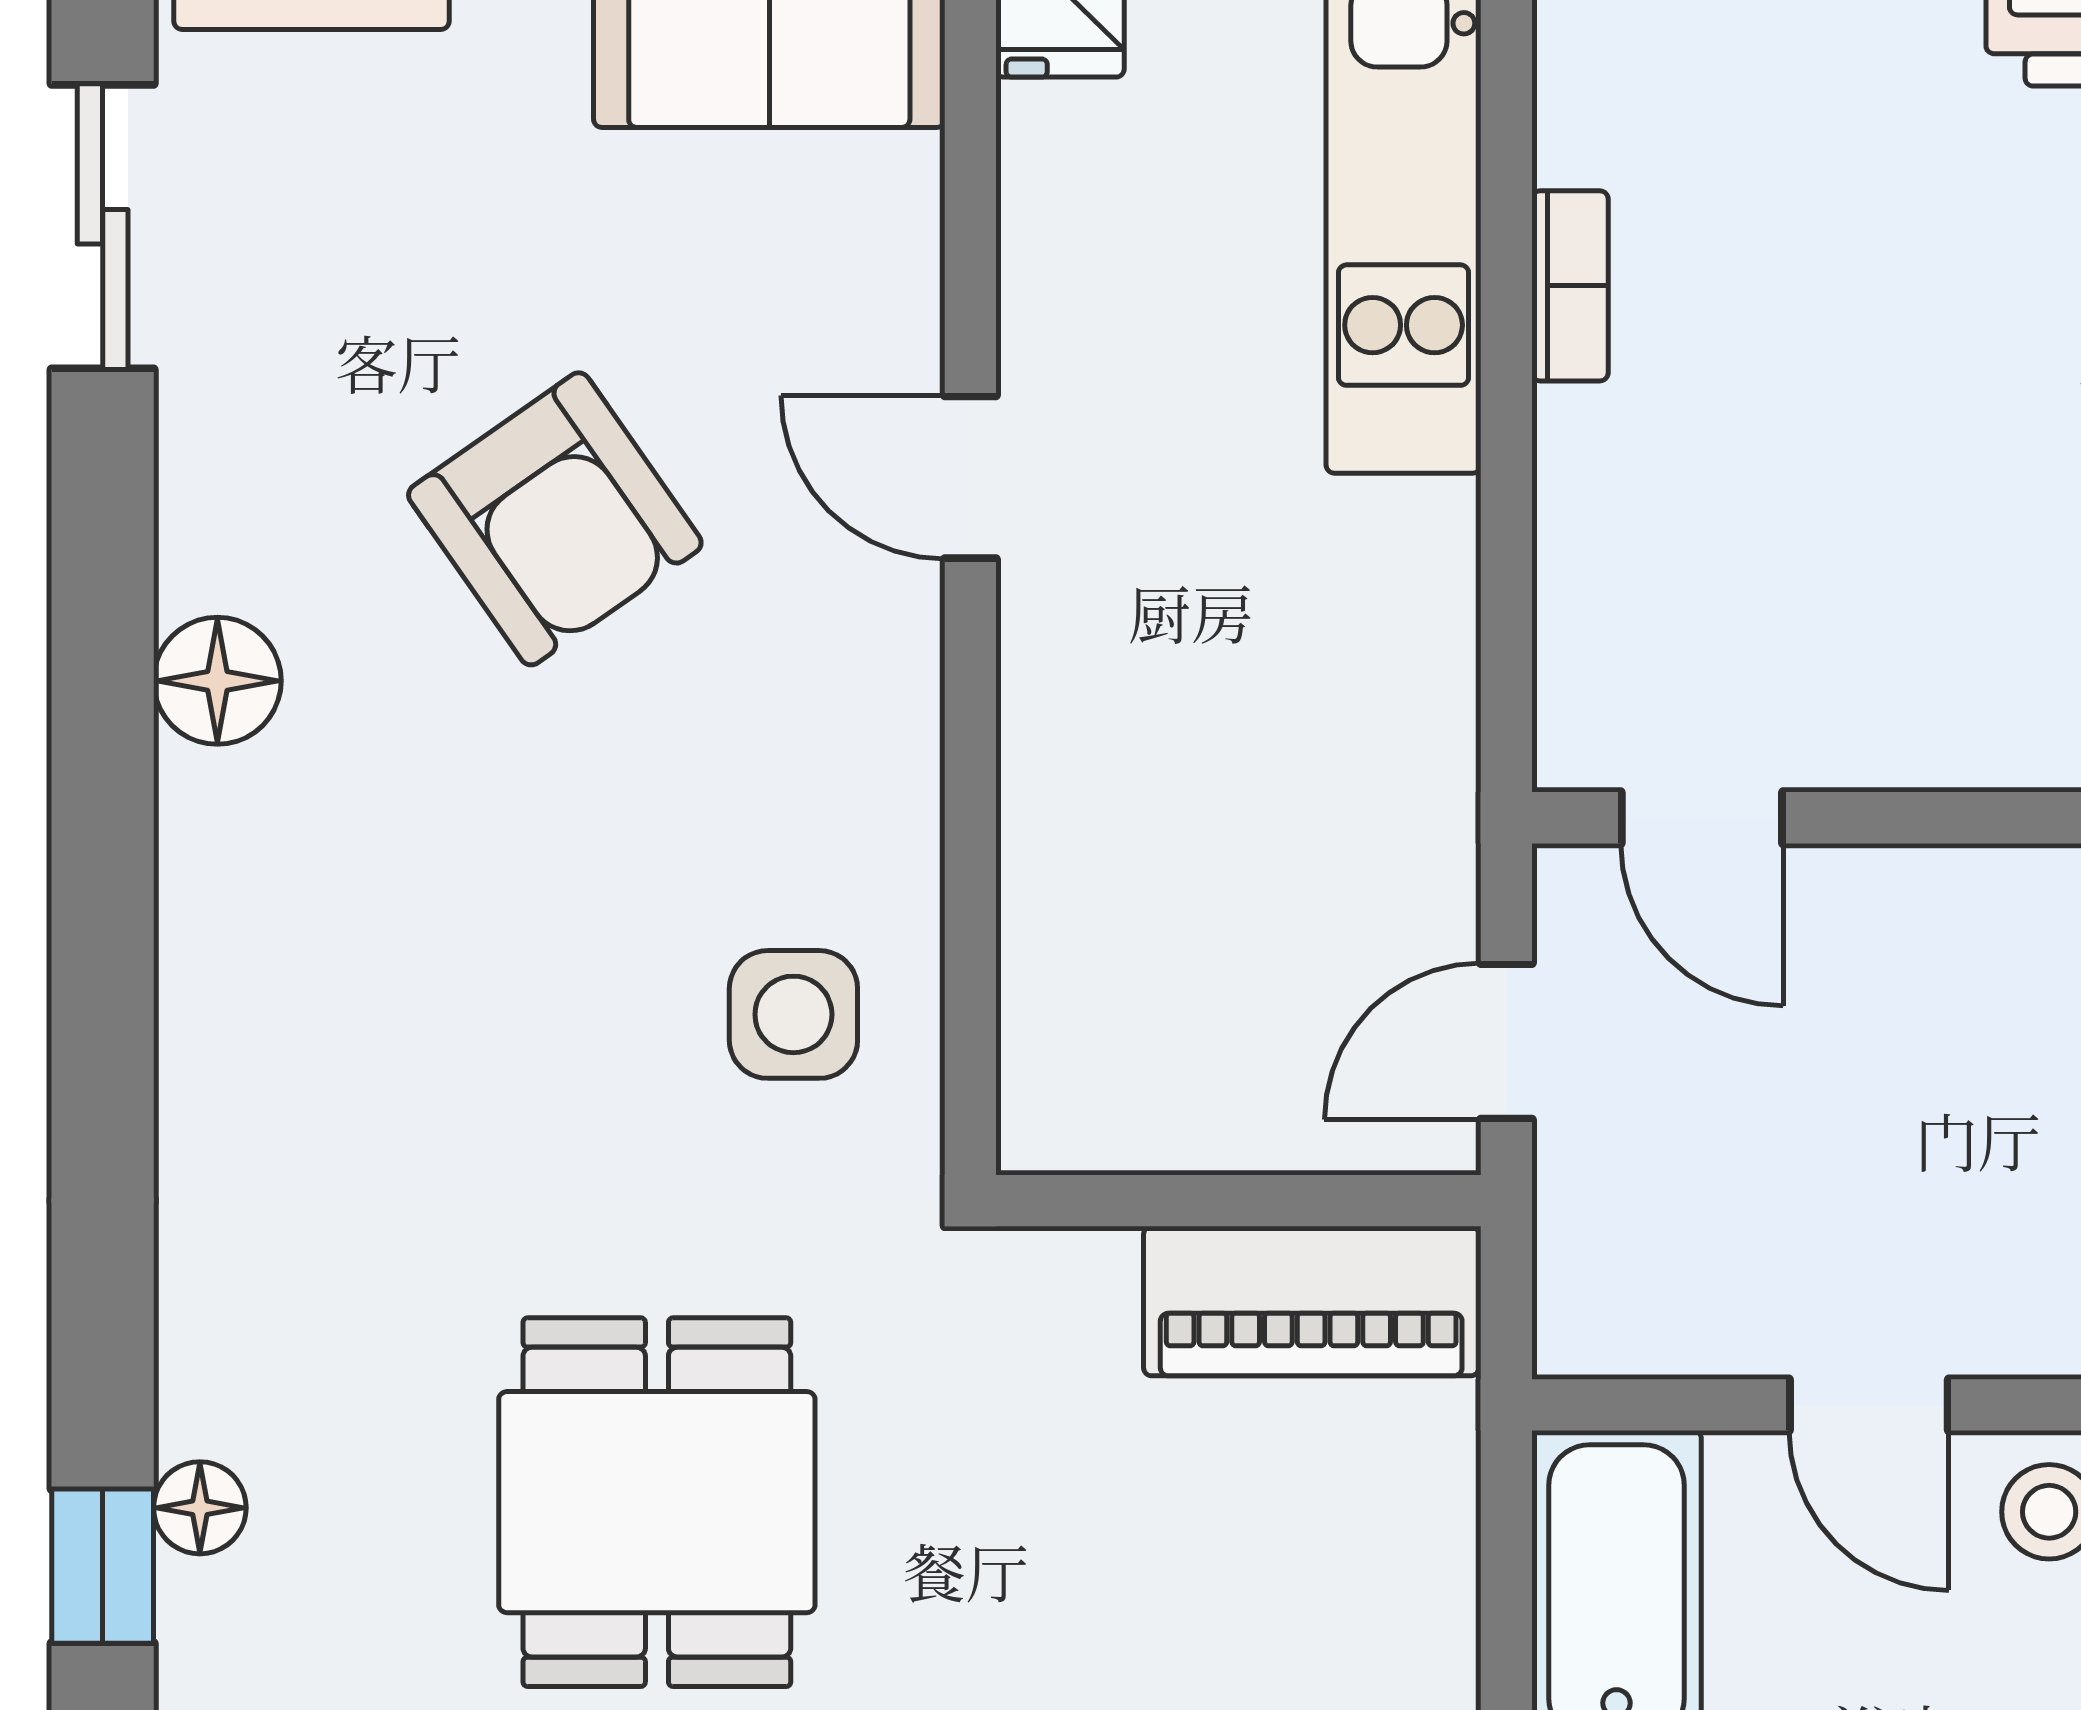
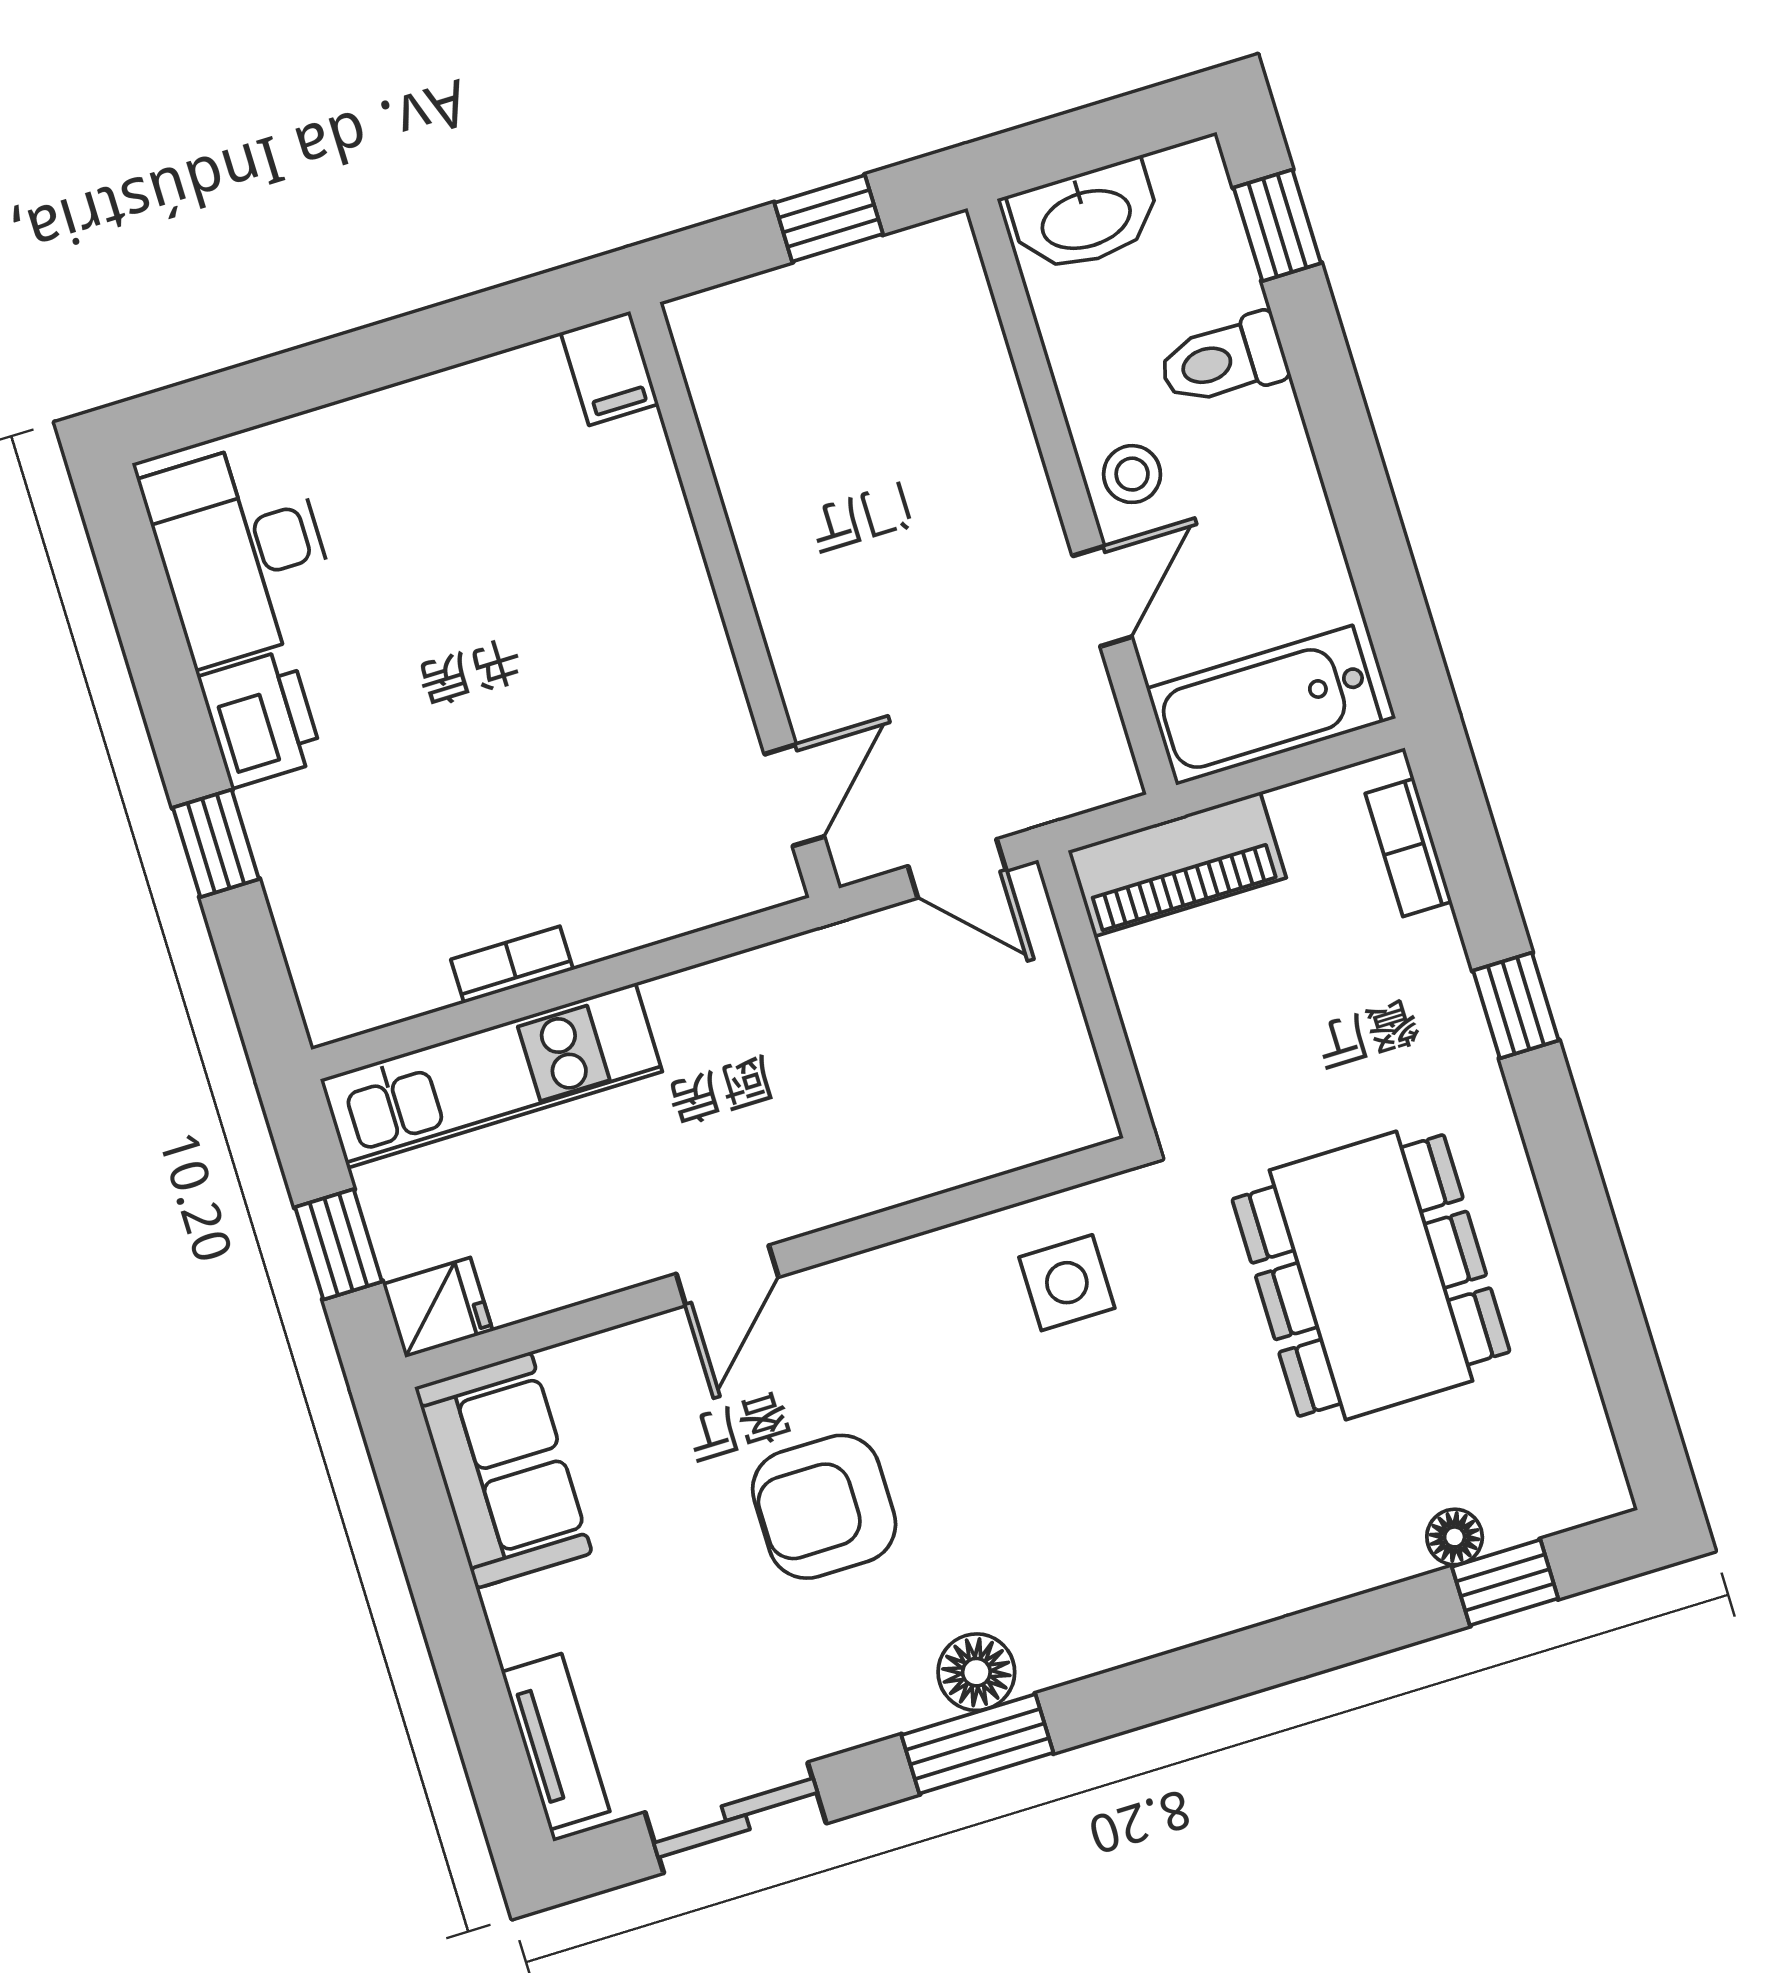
armchair: (555, 519) -> (824, 1507), turned -145
window: (103, 647) -> (977, 1744), added
piano: (1311, 1301) -> (1177, 864), moved, turned 90
dining table: (657, 1502) -> (1371, 1275), width x1.38

